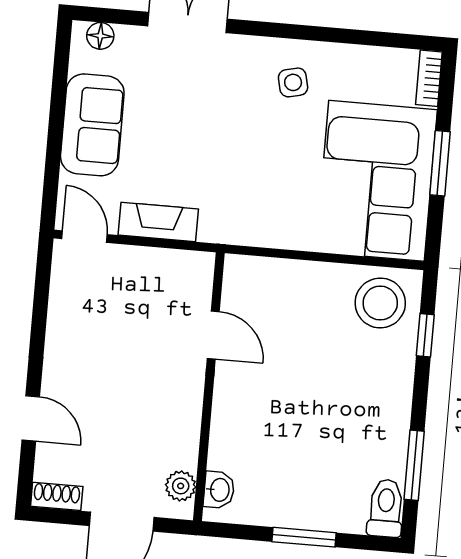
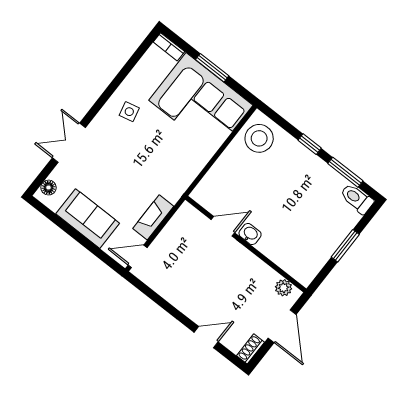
window: (425, 335) -> (310, 144), moved
washbasin: (219, 490) -> (250, 234), moved

